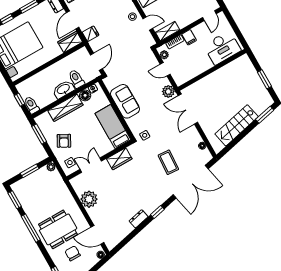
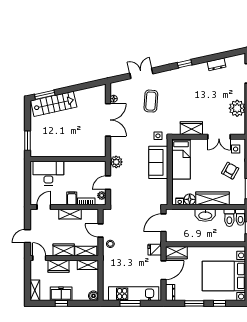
shelving: (168, 31) -> (70, 214), moved
door: (165, 69) -> (108, 183), swing flipped
toilet: (76, 79) -> (229, 218), moved
window: (264, 79) -> (28, 141), moved
sofa: (125, 101) -> (158, 162), moved
double door: (188, 109) -> (108, 120), moved
stairs: (237, 125) -> (54, 104), moved
double door: (191, 182) -> (141, 73), width x0.54
dresser: (138, 219) -> (217, 64), moved

